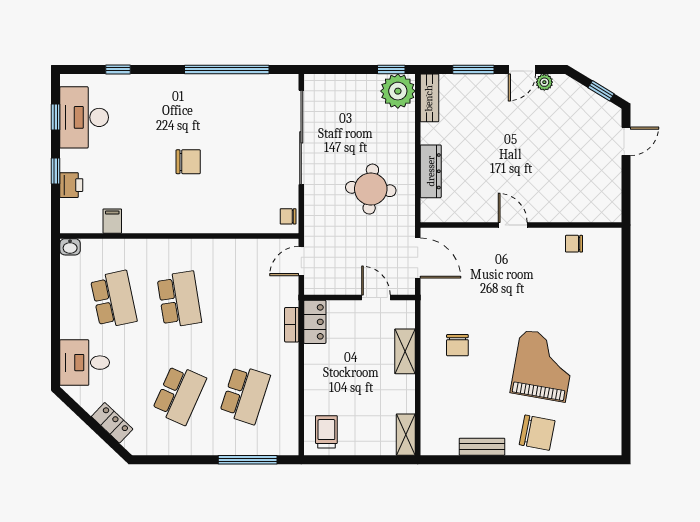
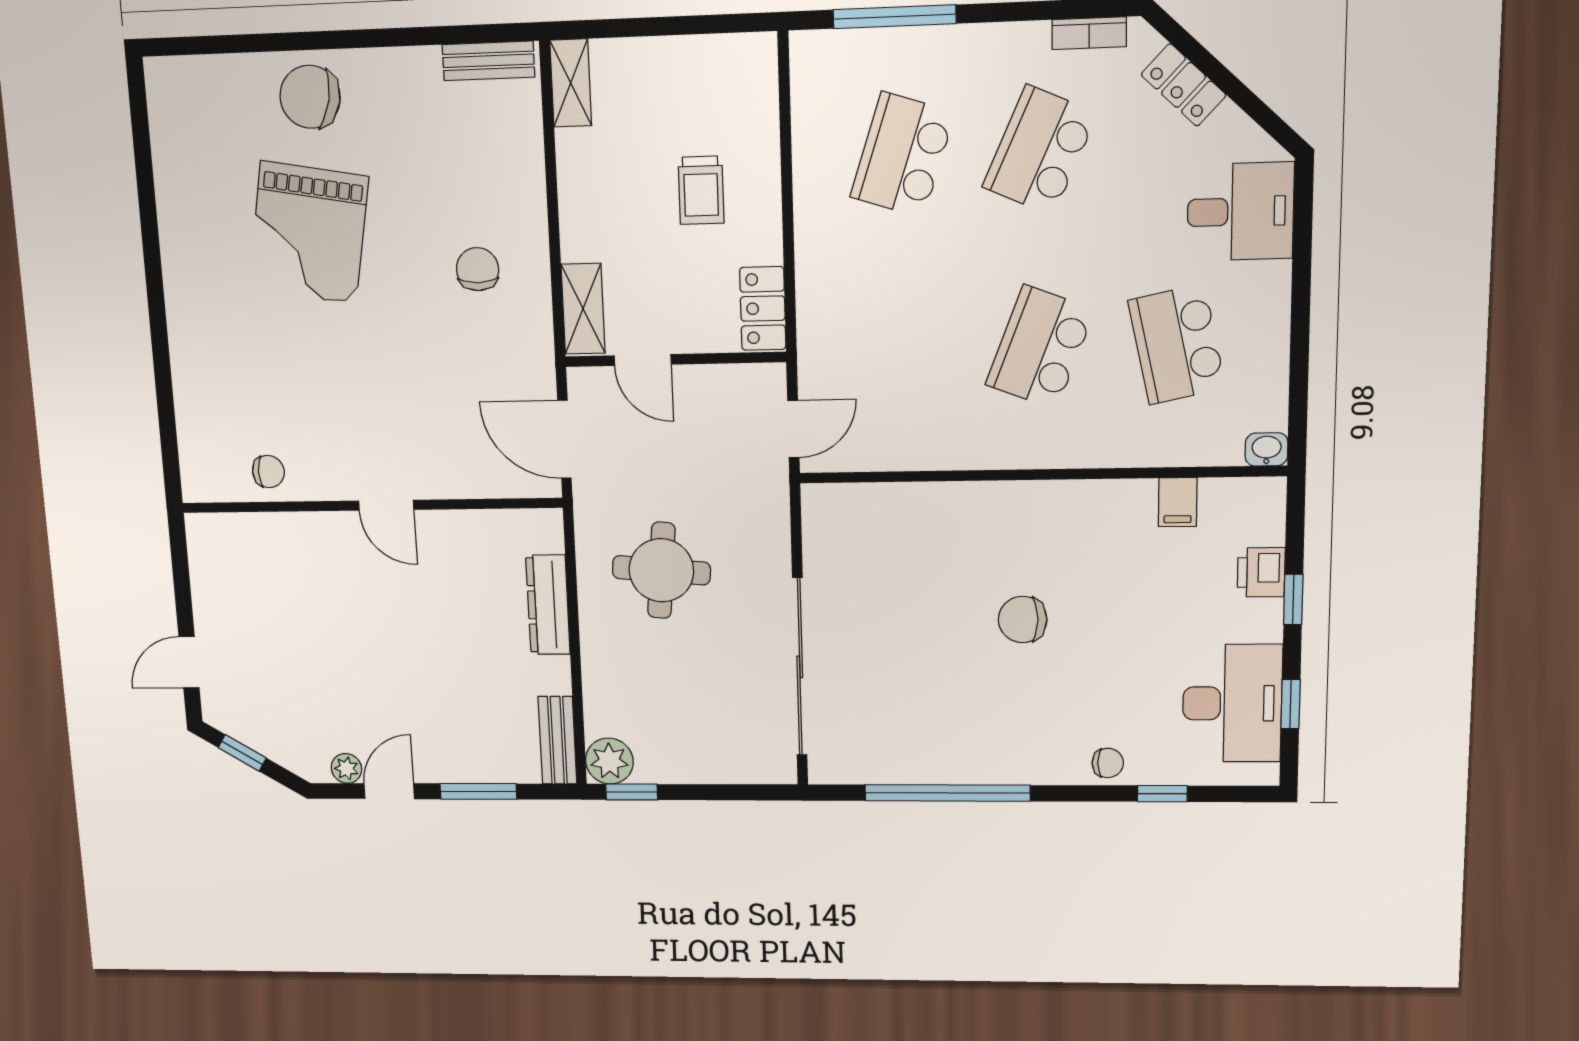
plant: (398, 91) -> (609, 761), width x0.73, depth x0.73
chair: (288, 216) -> (1108, 763), moved
school desk: (179, 299) -> (1040, 347), turned 30
bookcase: (292, 325) -> (1089, 33), moved, turned 90
shelving: (405, 351) -> (583, 309), moved
trolley: (326, 432) -> (701, 190), moved
bench: (482, 447) -> (488, 61), moved

